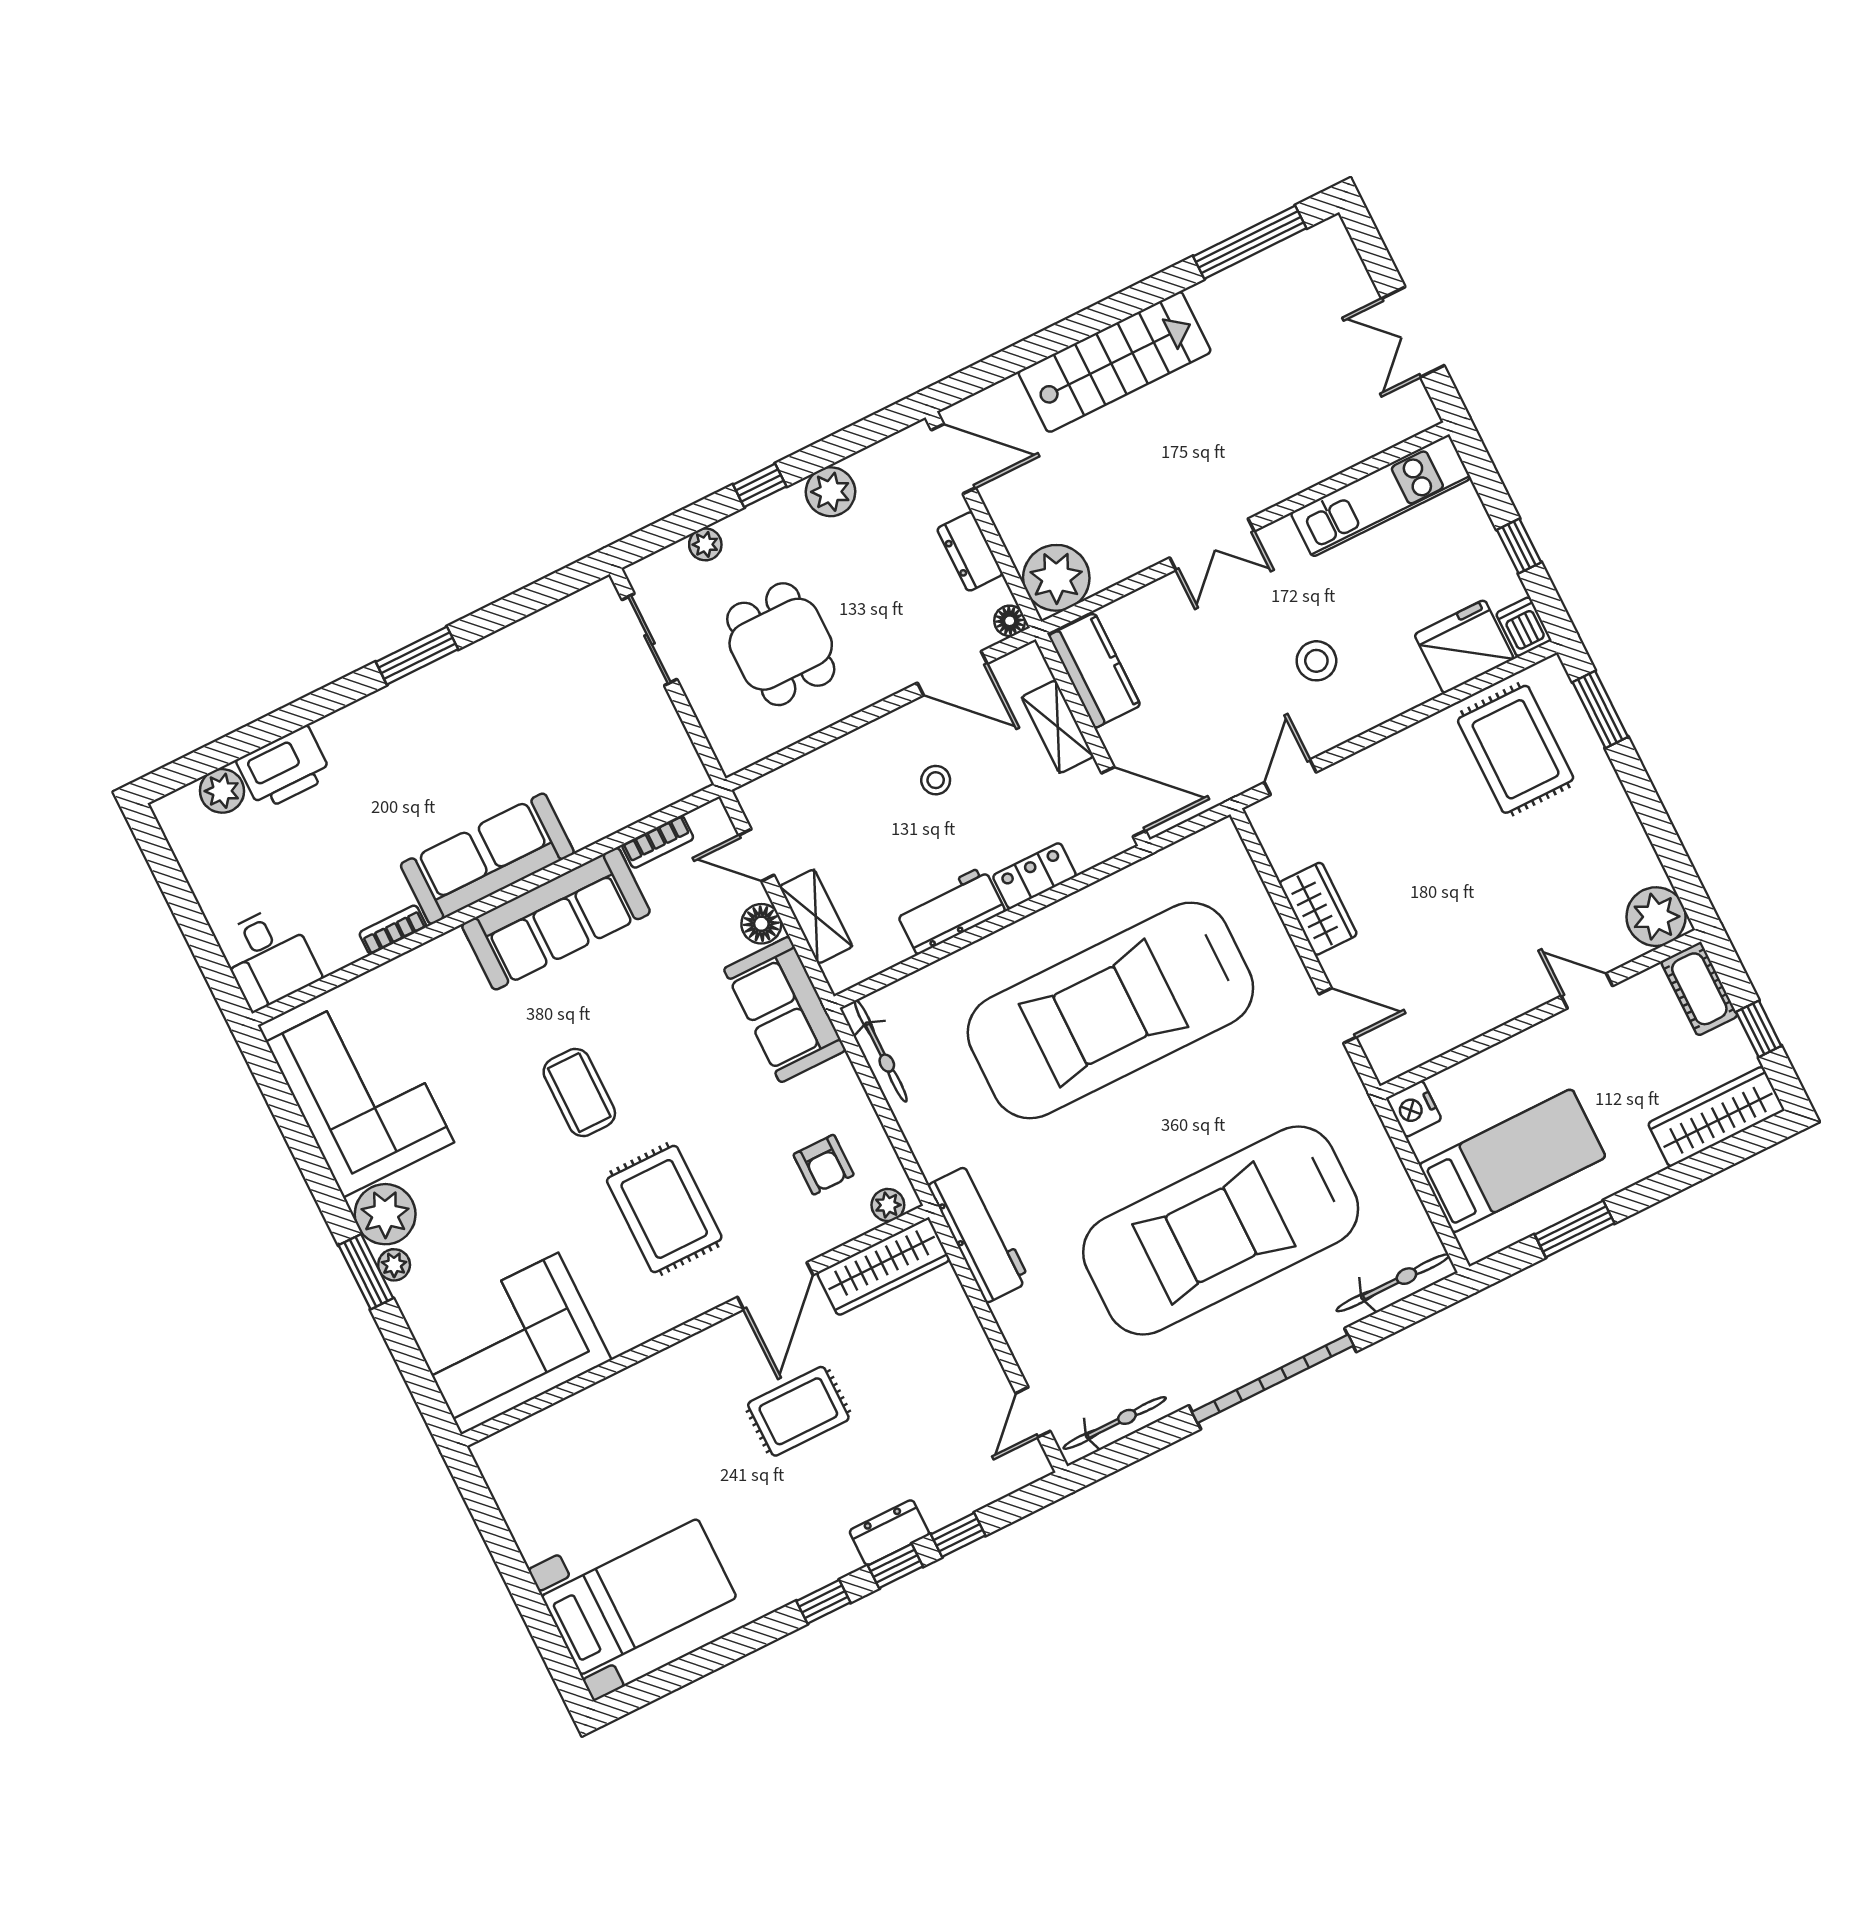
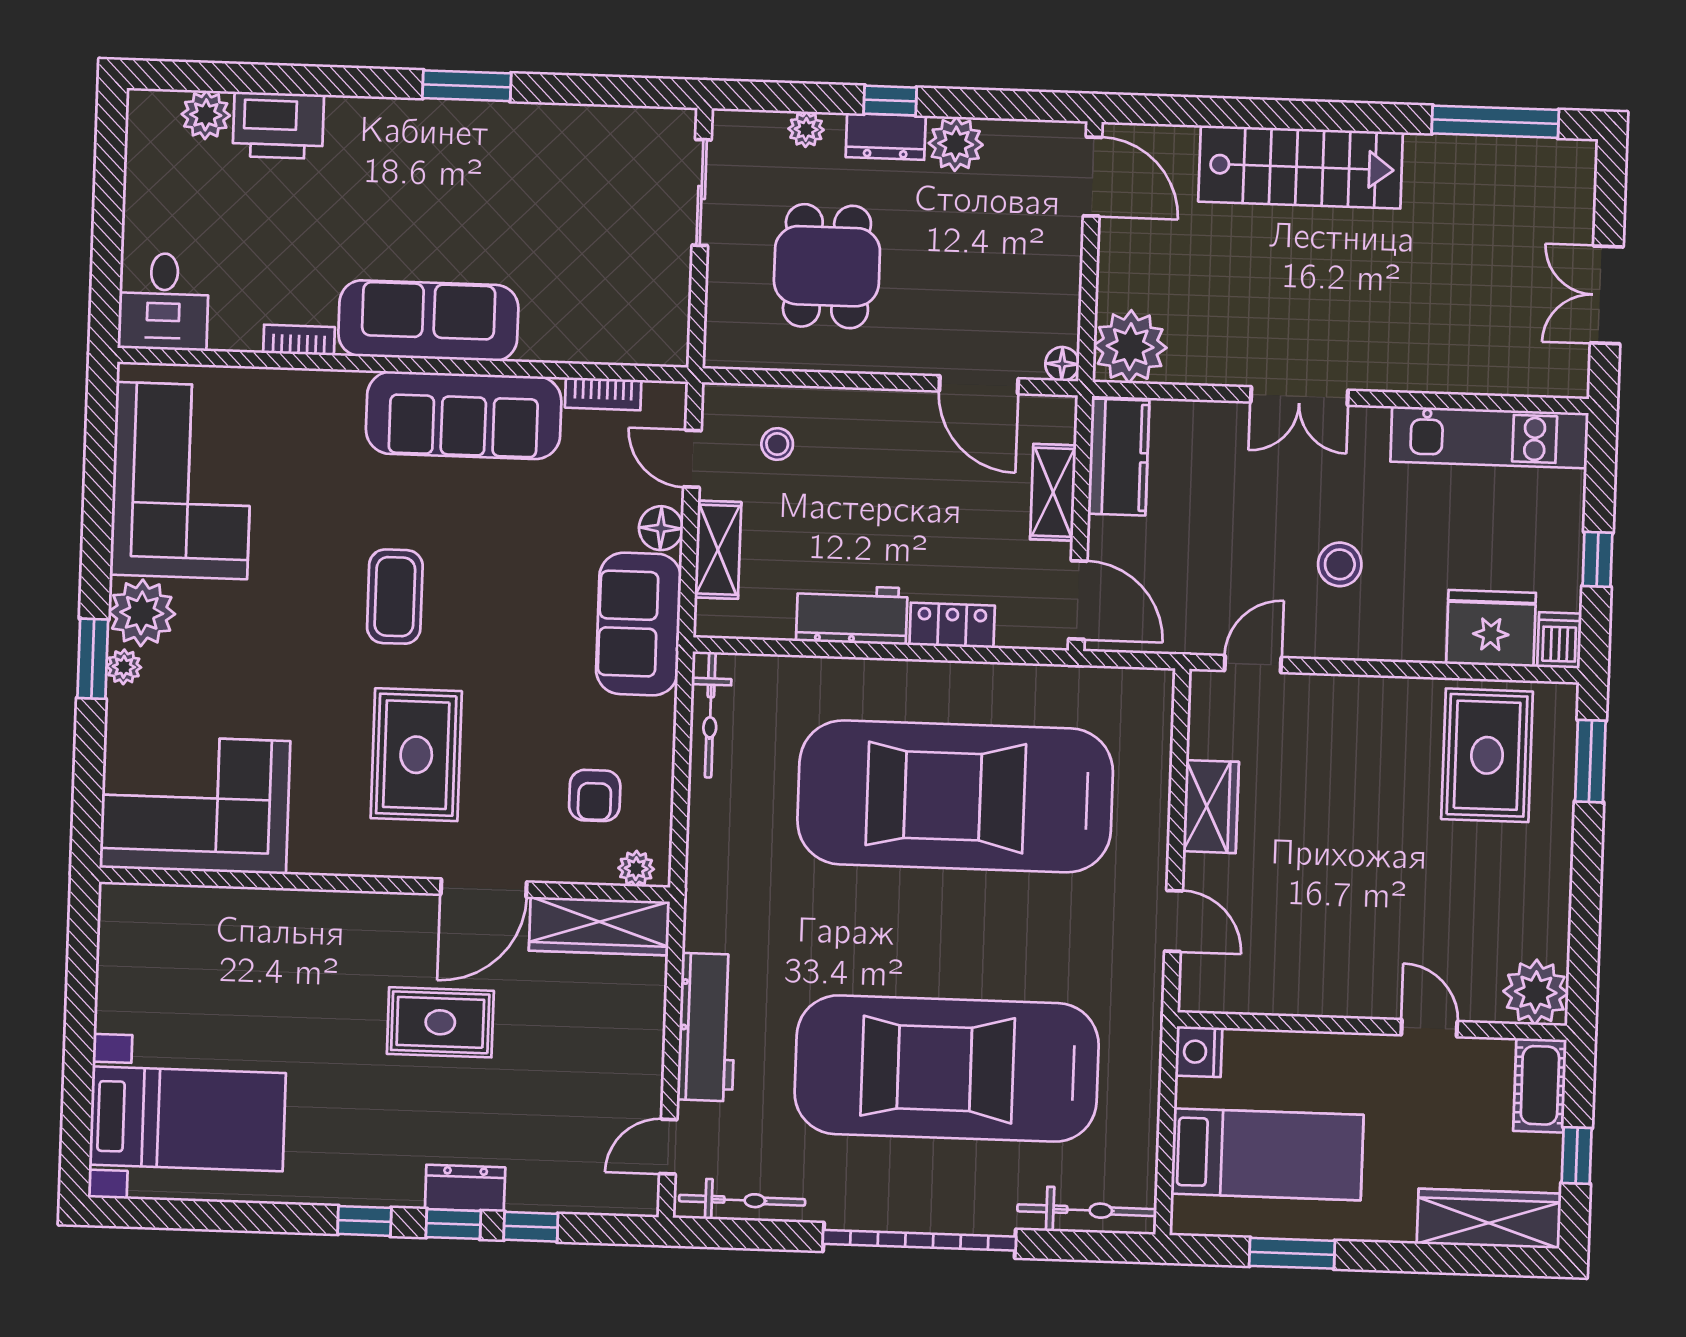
dresser: (970, 551) -> (886, 136), moved, turned -90
stool: (936, 780) -> (777, 444), moved
workbench: (979, 1233) -> (707, 1027), moved

